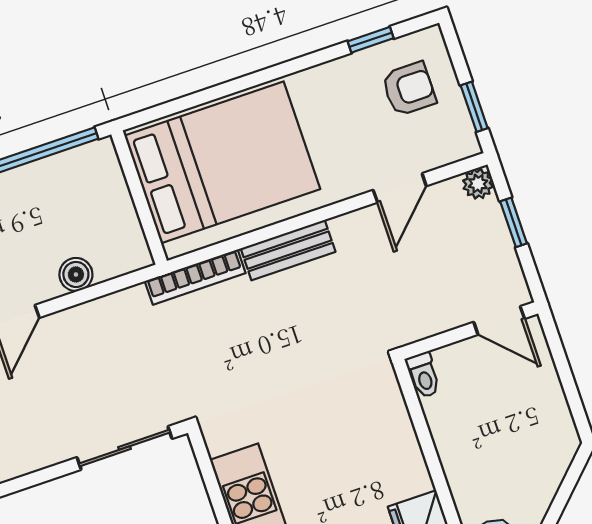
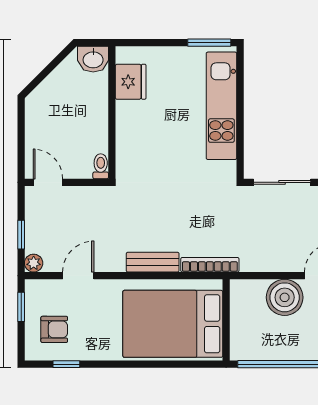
armchair: (409, 89) -> (54, 329), turned 180
boiler: (76, 274) -> (285, 297), width x1.86, depth x1.86

